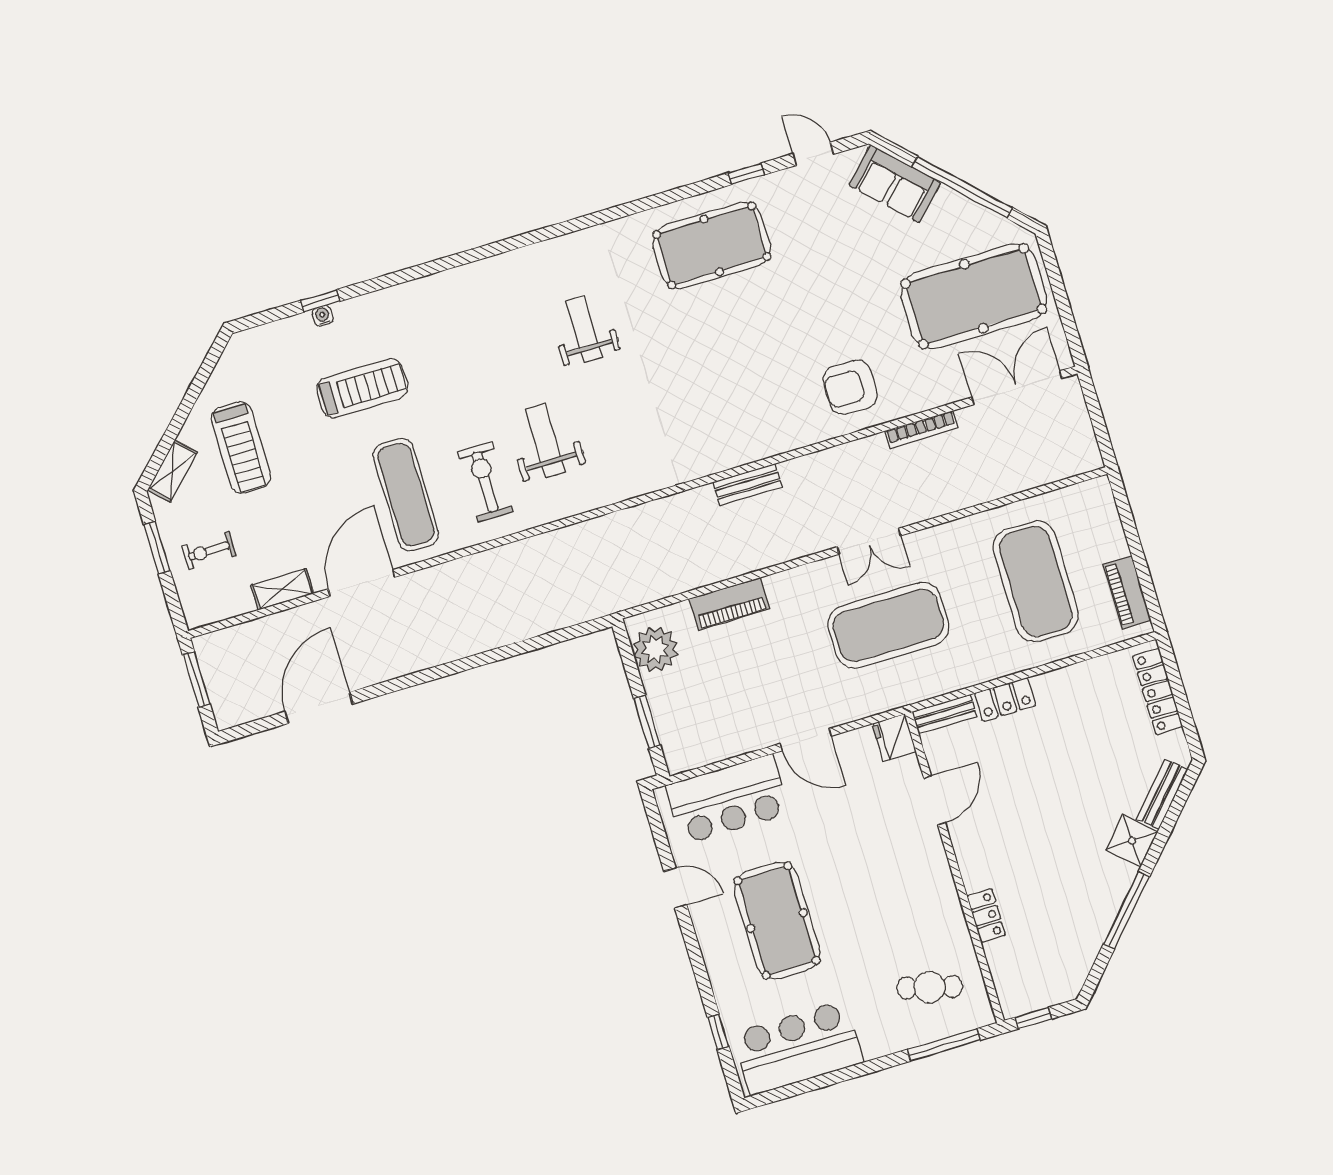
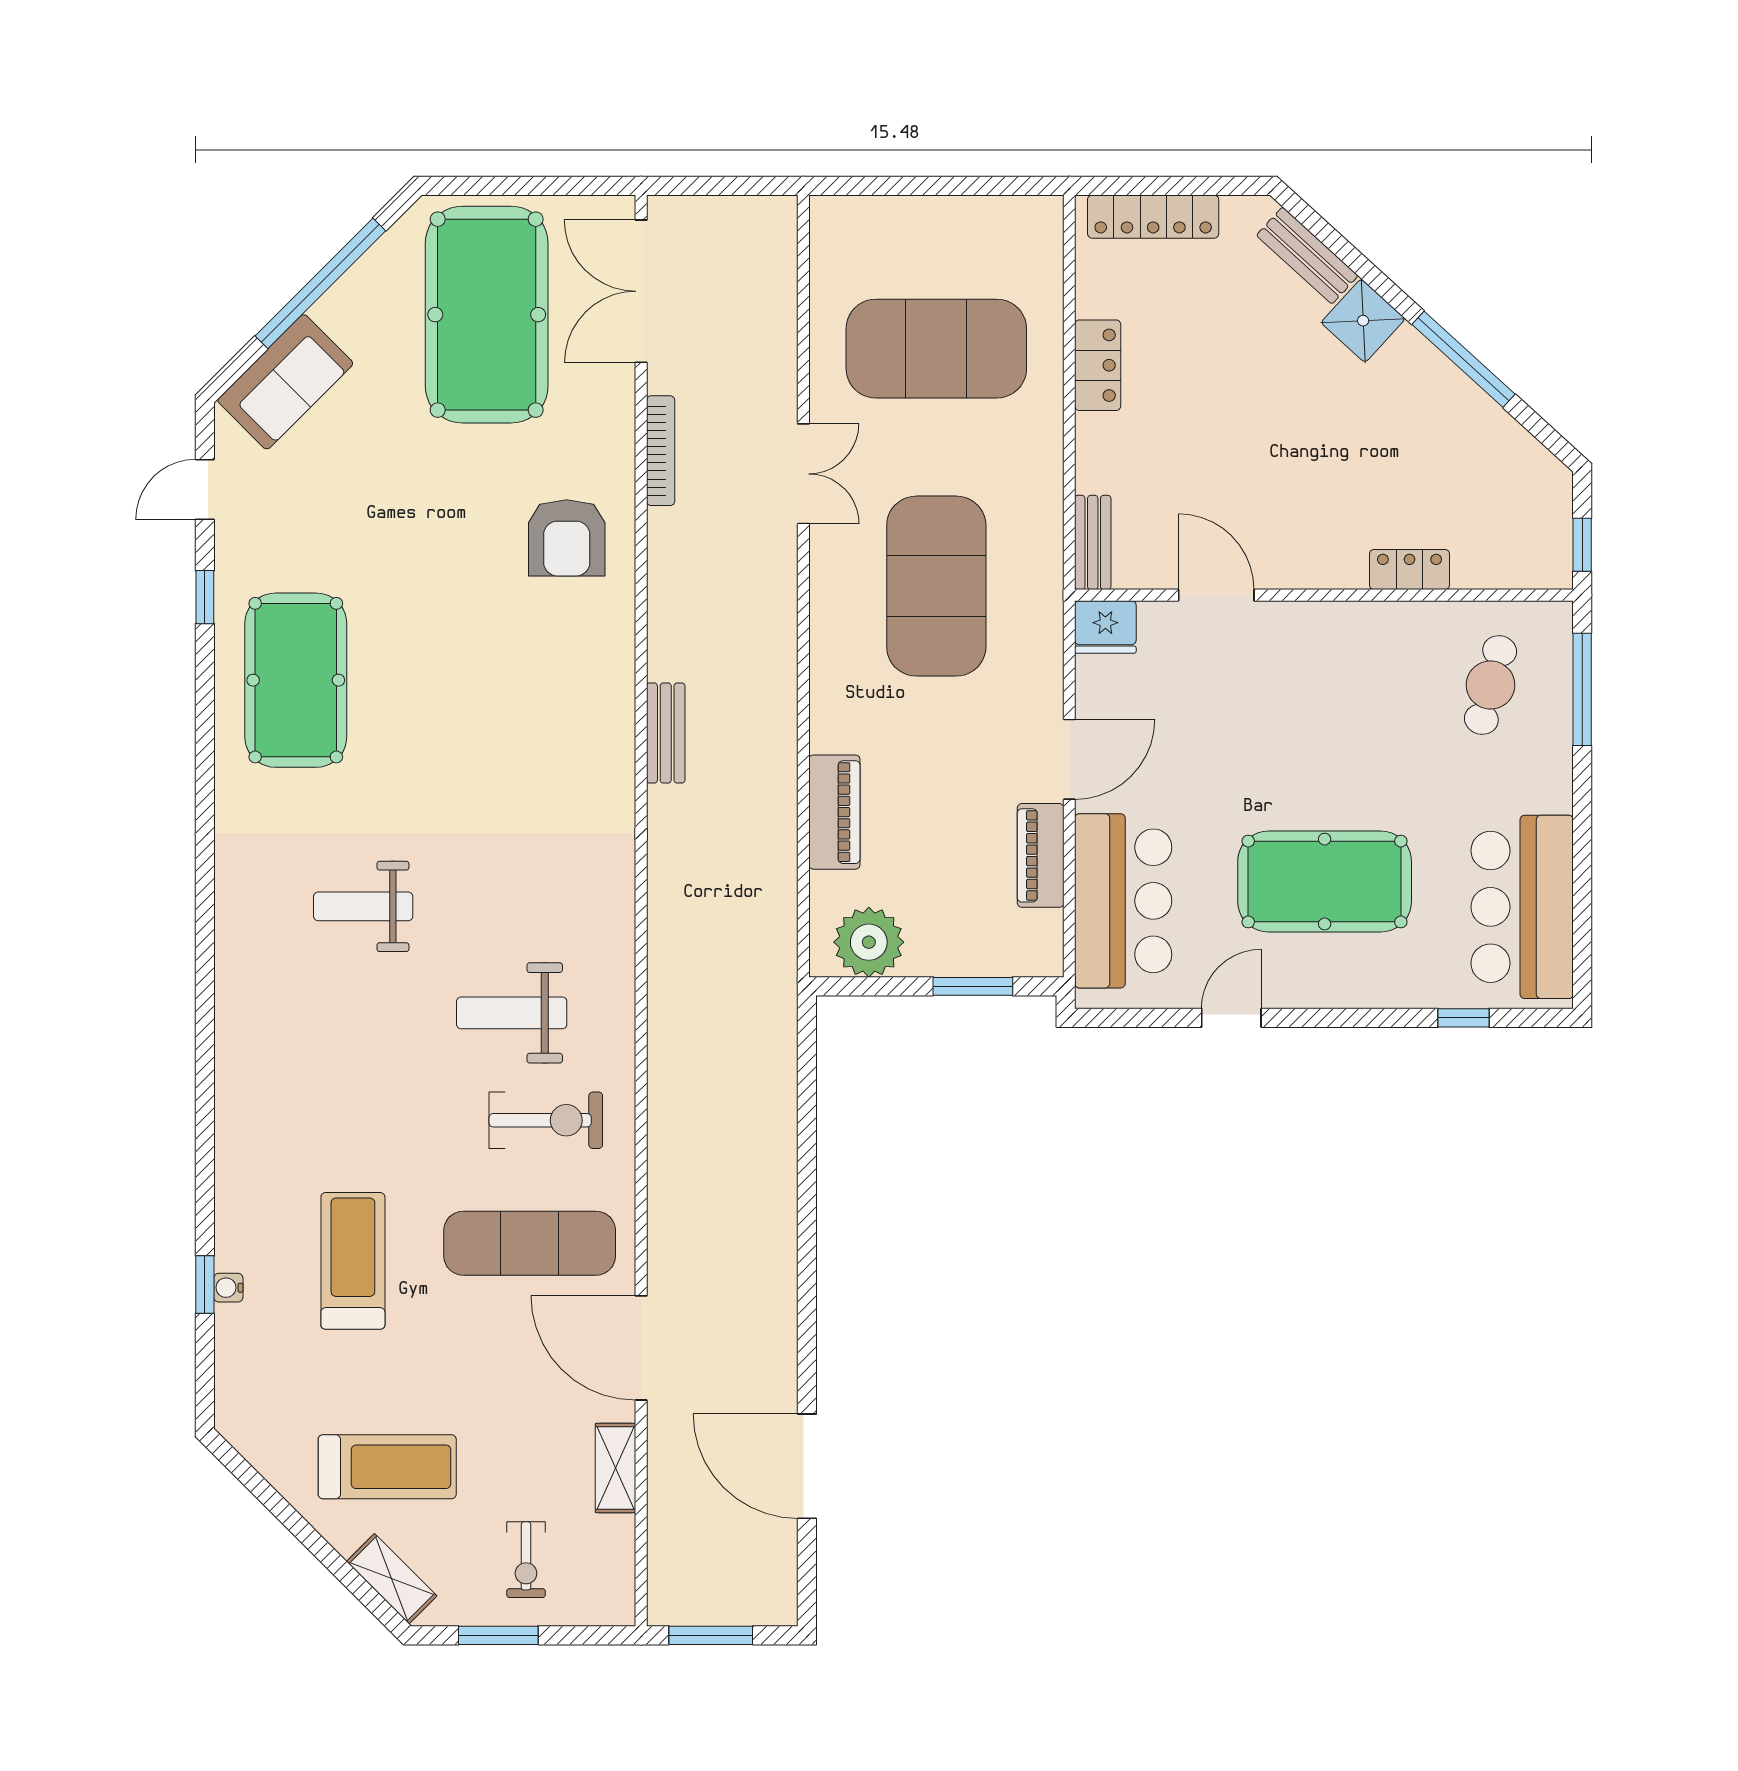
exercise bike: (485, 482) -> (546, 1120), turned 180
double door: (869, 541) -> (803, 474), moved
piano: (1127, 592) -> (1041, 855), moved, turned 90
locker: (1005, 699) -> (1098, 365), moved

